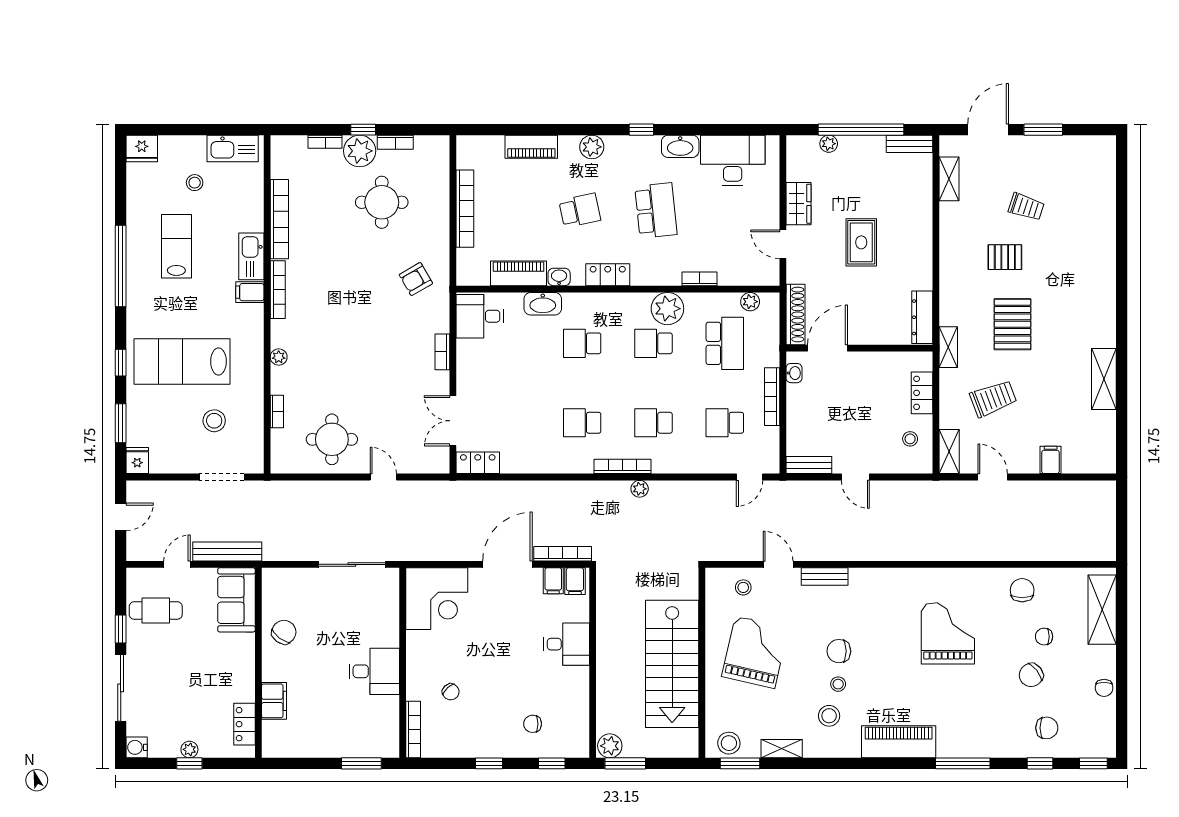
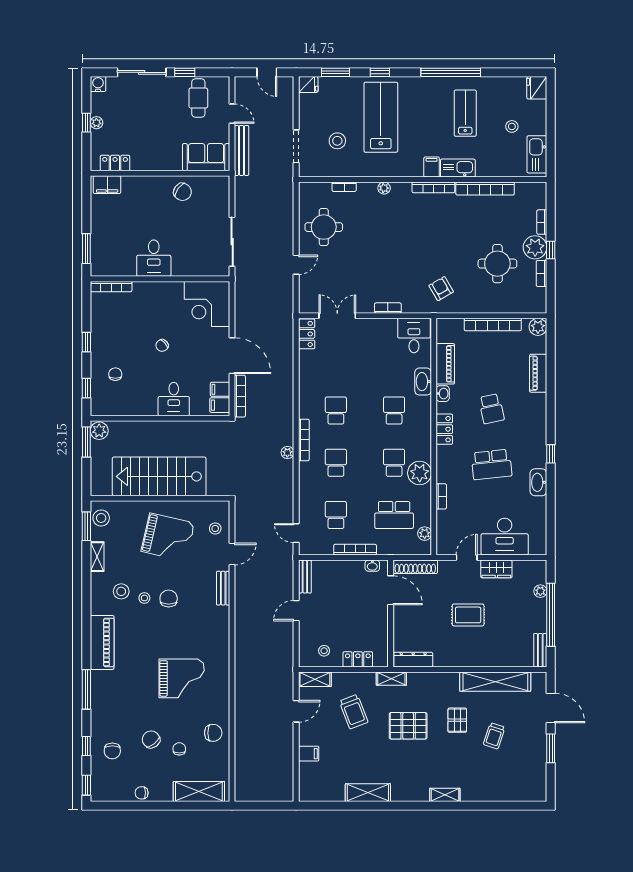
plant: (592, 147) -> (538, 327), moved
desk: (733, 160) -> (505, 537), moved, turned 90
shelving: (949, 179) -> (495, 682), width x2.20, depth x1.33
lab bench: (176, 246) -> (465, 113), turned -90
shelving: (1107, 274) -> (445, 795), added
chair: (451, 692) -> (162, 345), moved
filing cabinet: (274, 701) -> (107, 185), moved

